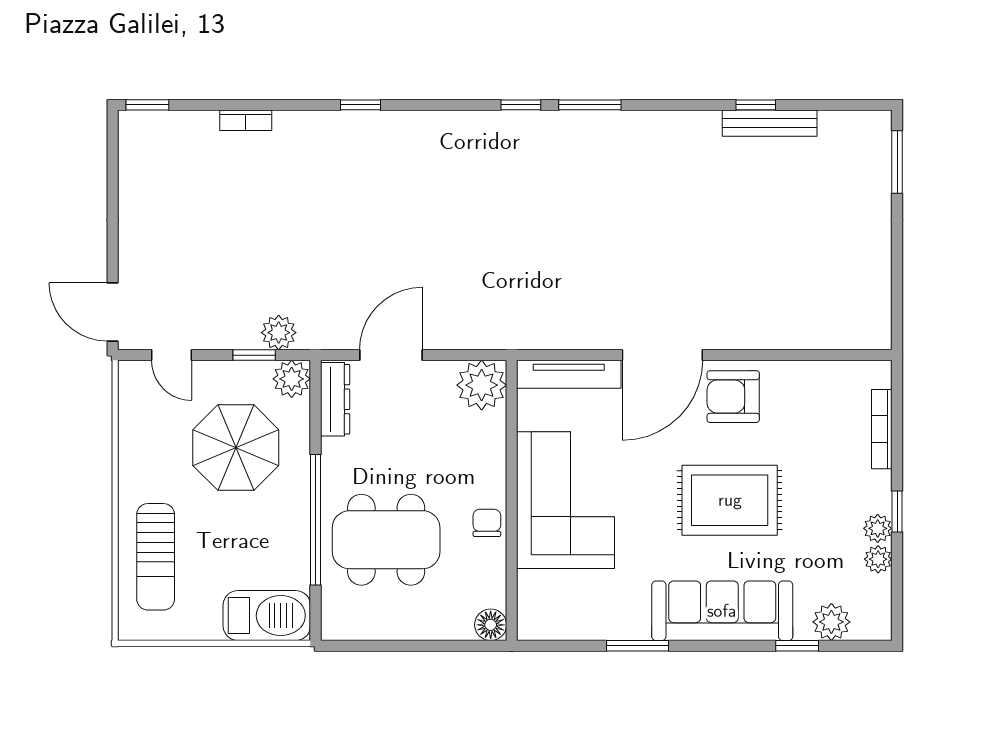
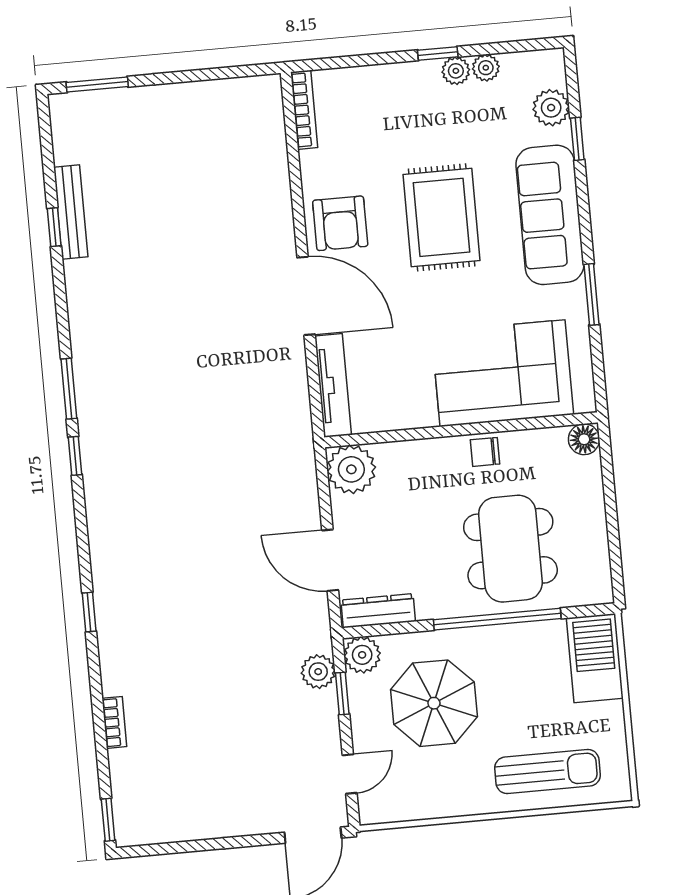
bookcase: (882, 429) -> (304, 110), moved, turned -90
corner sofa: (566, 500) -> (503, 373), moved

